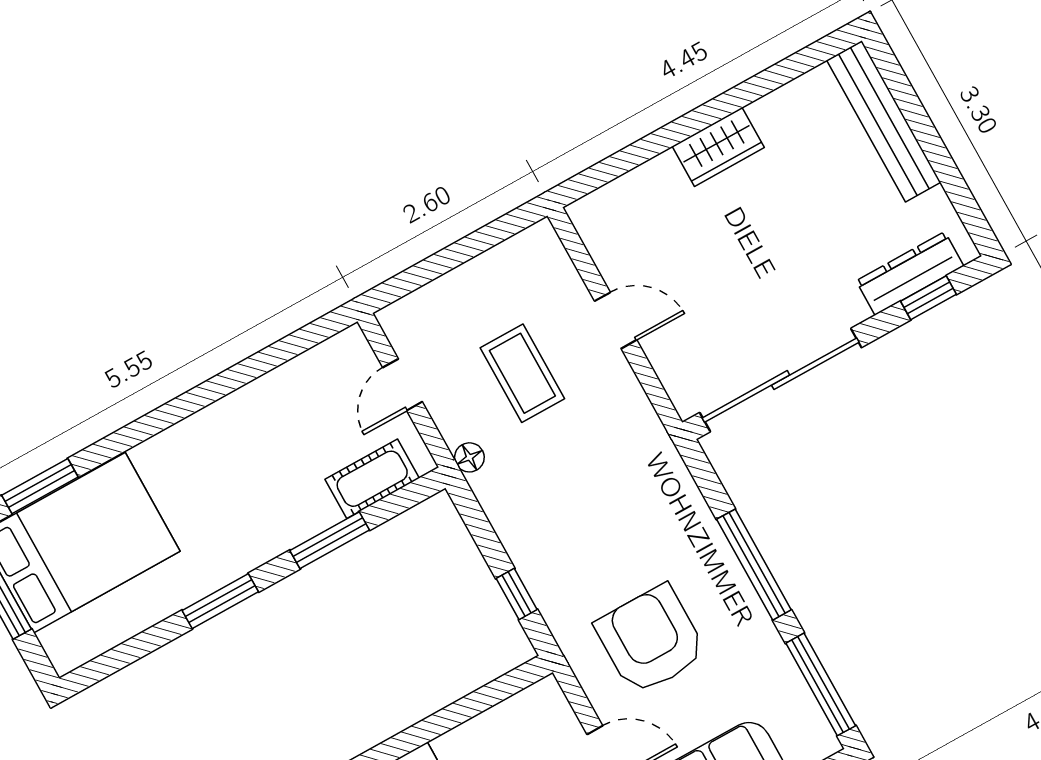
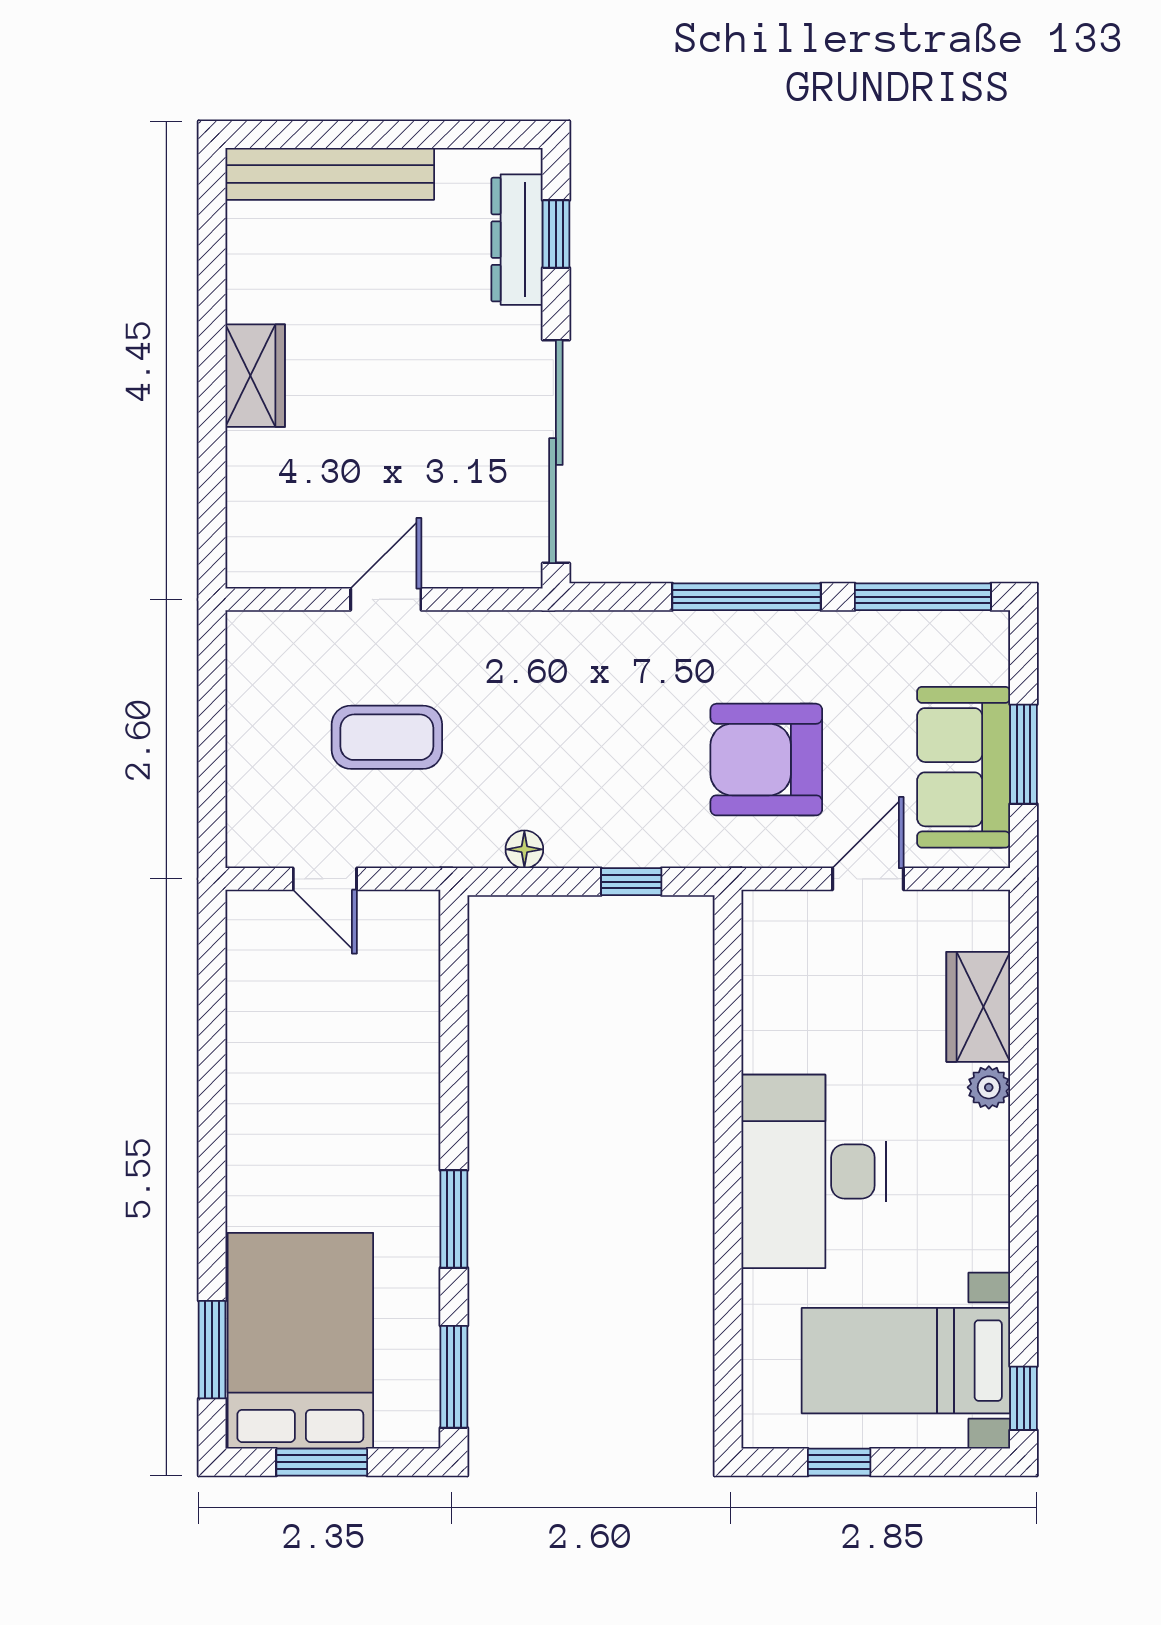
floor lamp: (469, 457) -> (524, 849), moved
cot: (372, 479) -> (411, 972), removed
window: (330, 540) -> (454, 1377), moved

